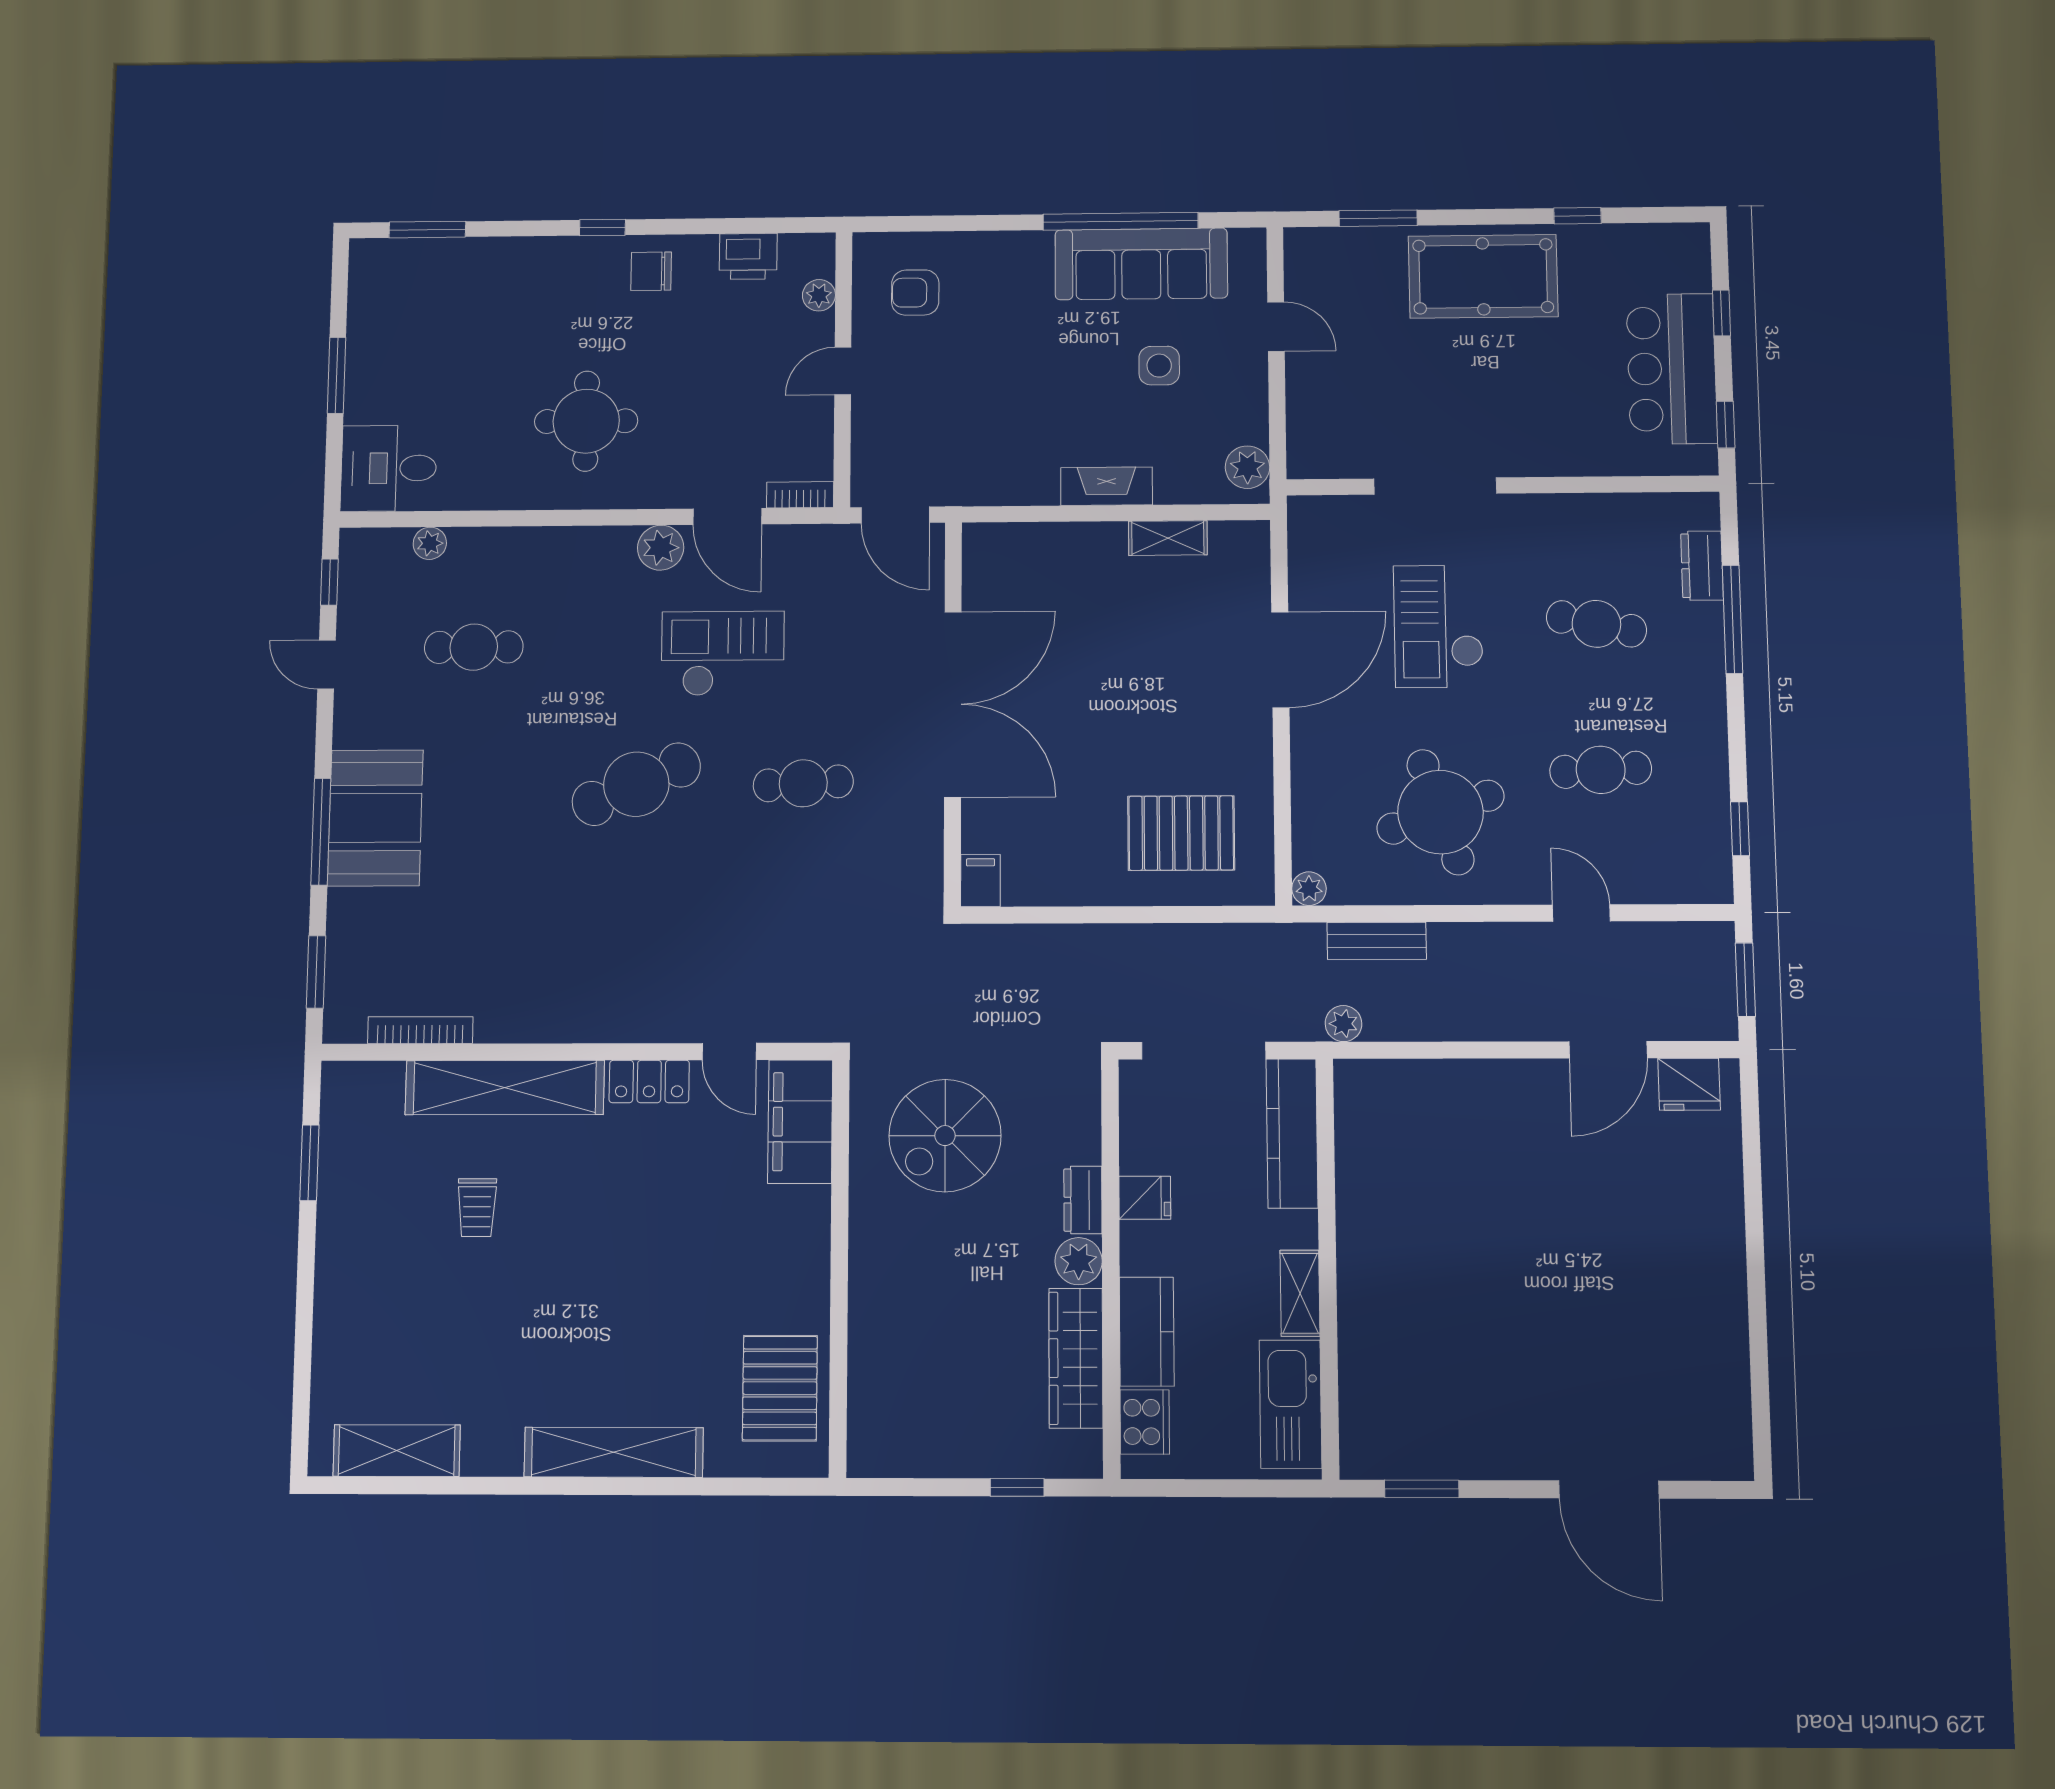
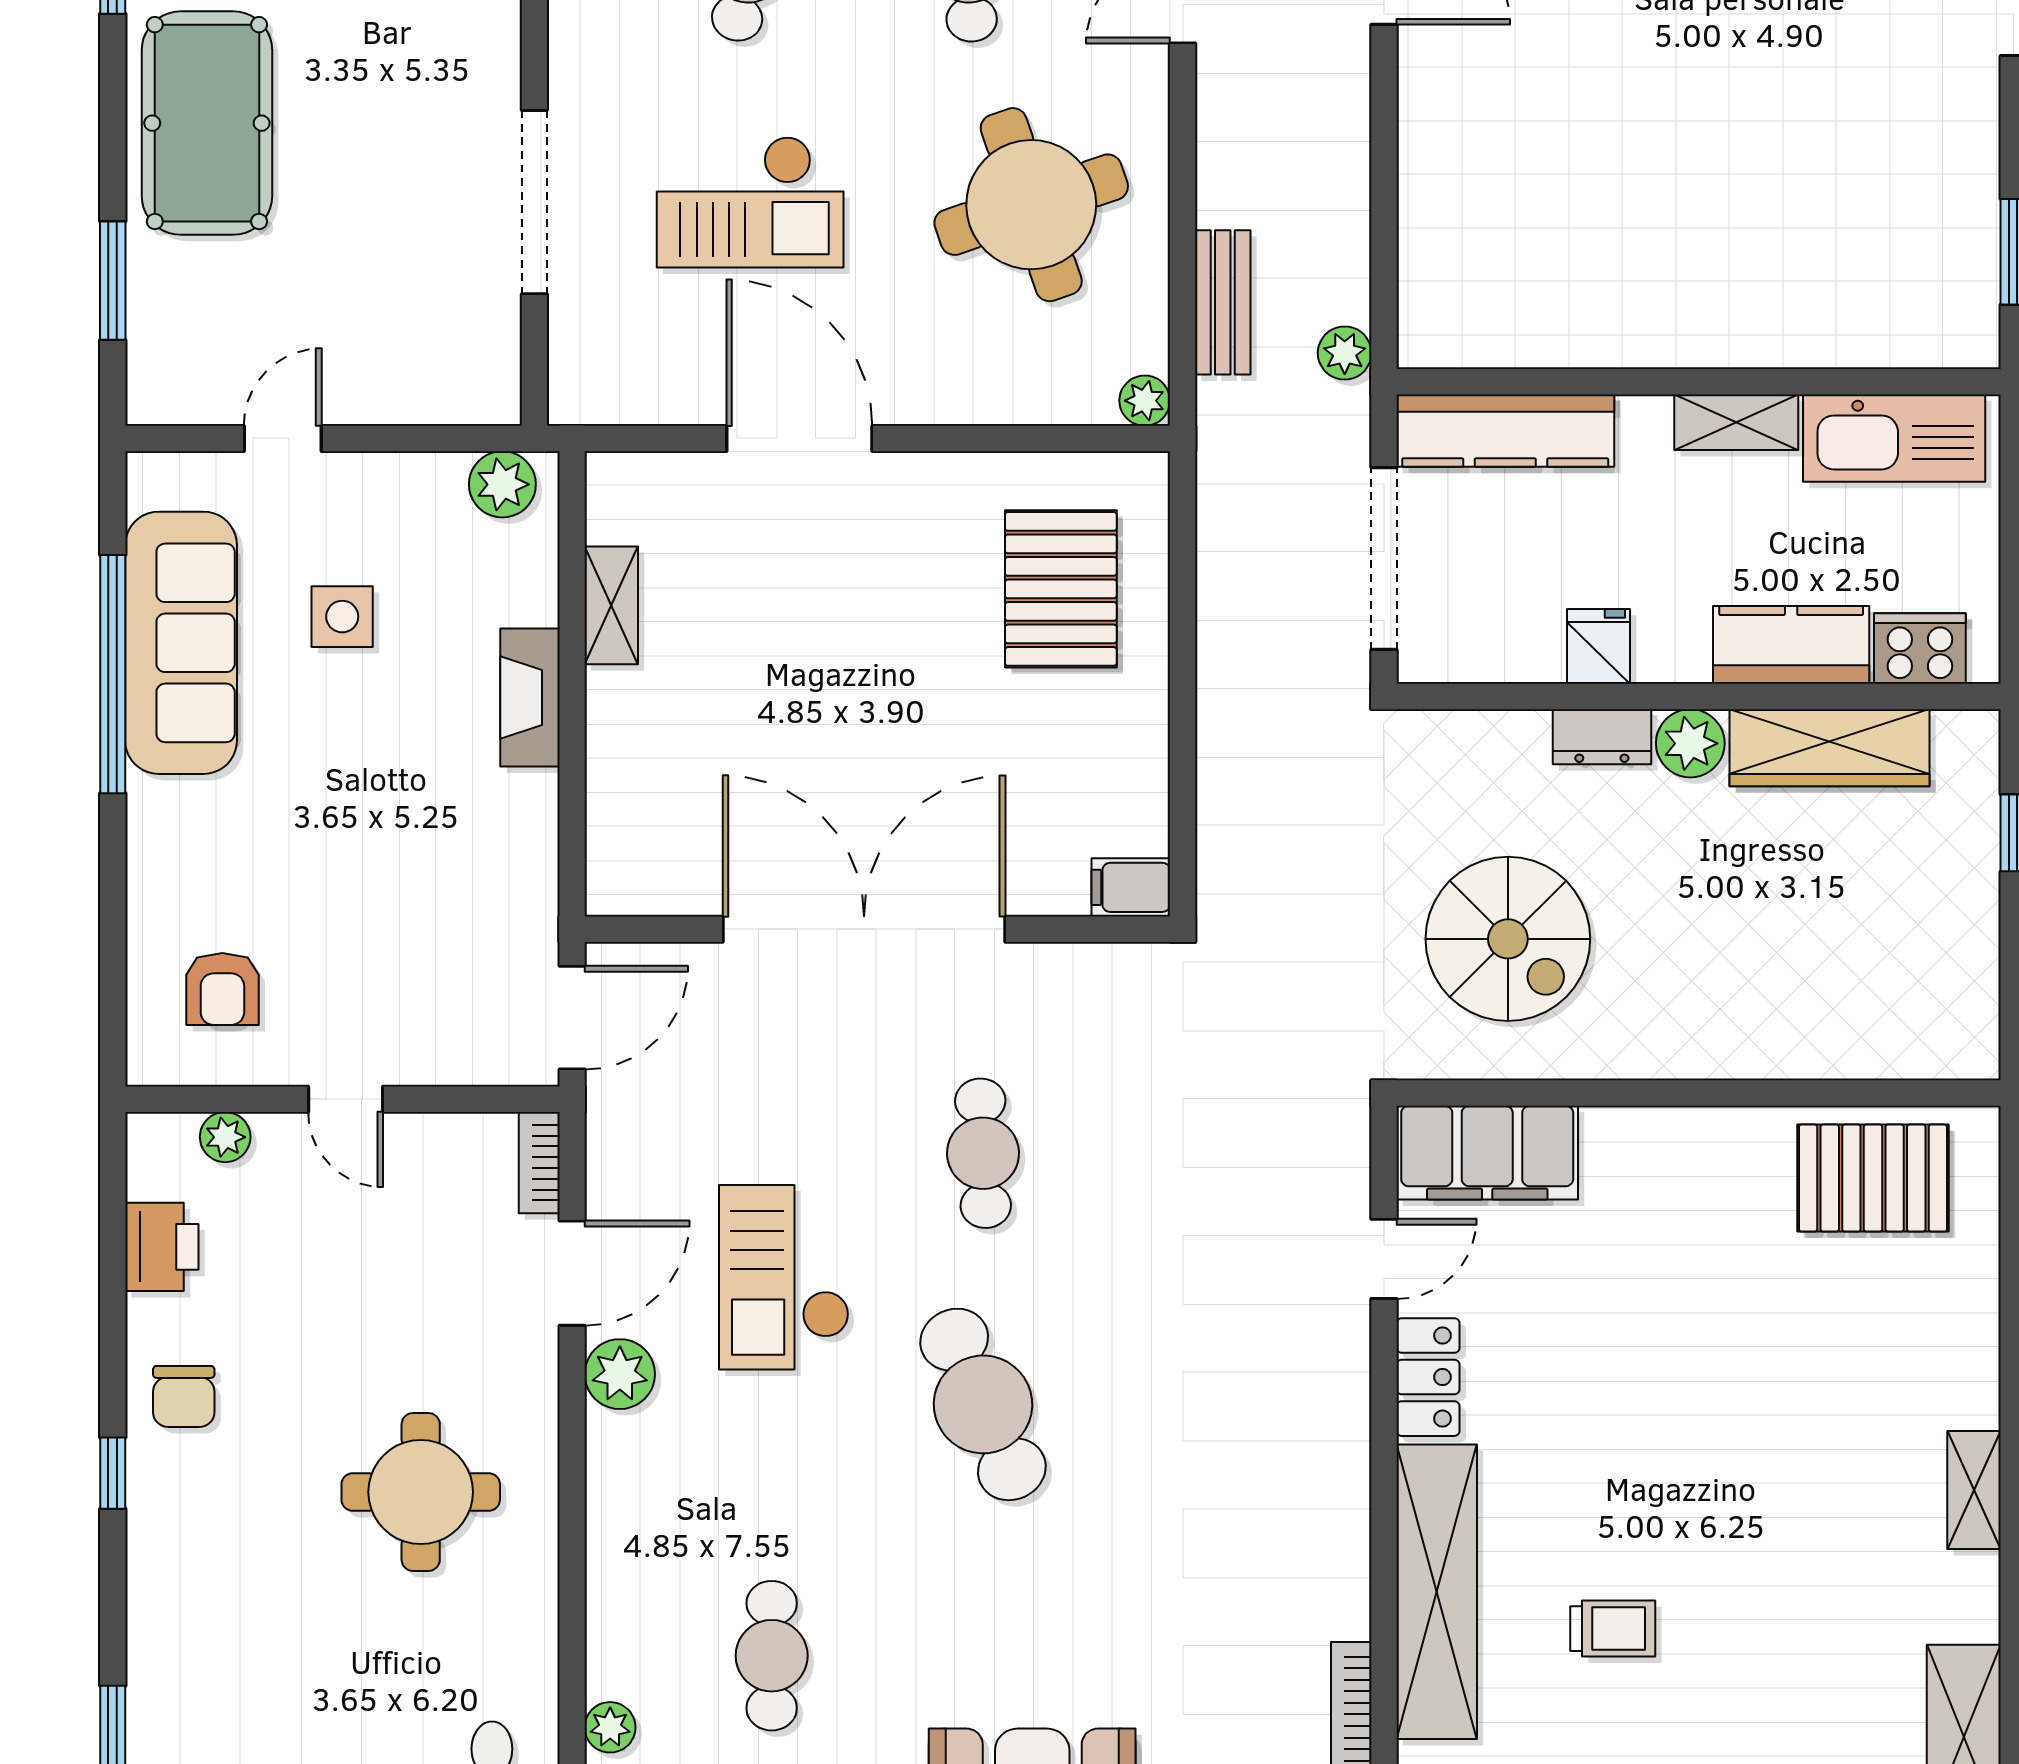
shelving: (614, 1452) -> (1974, 1490), width x0.45, depth x0.75

